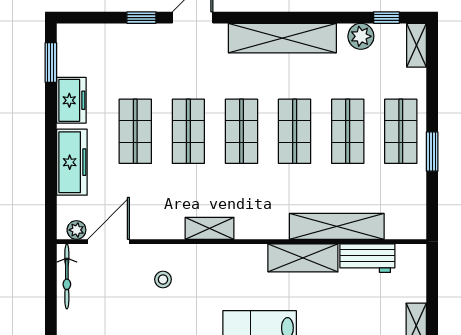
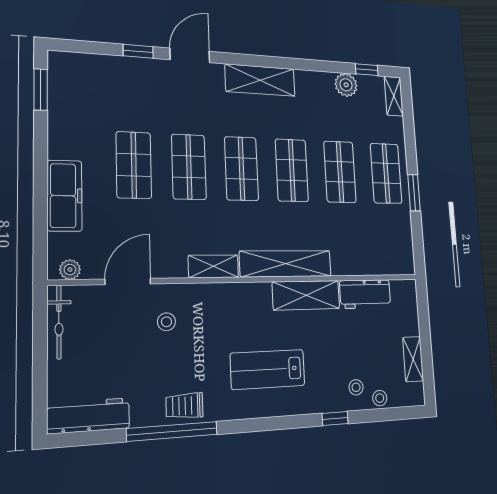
shelving: (282, 38) -> (260, 80), width x0.68
freezer: (71, 100) -> (64, 130), removed
shelving: (337, 226) -> (286, 264), moved
door: (109, 242) -> (128, 282), moved

